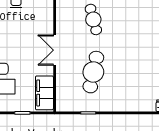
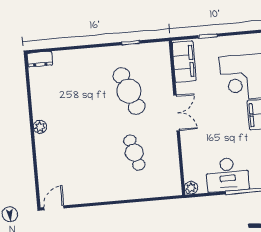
cafe table: (93, 72) -> (129, 91), turned -33

